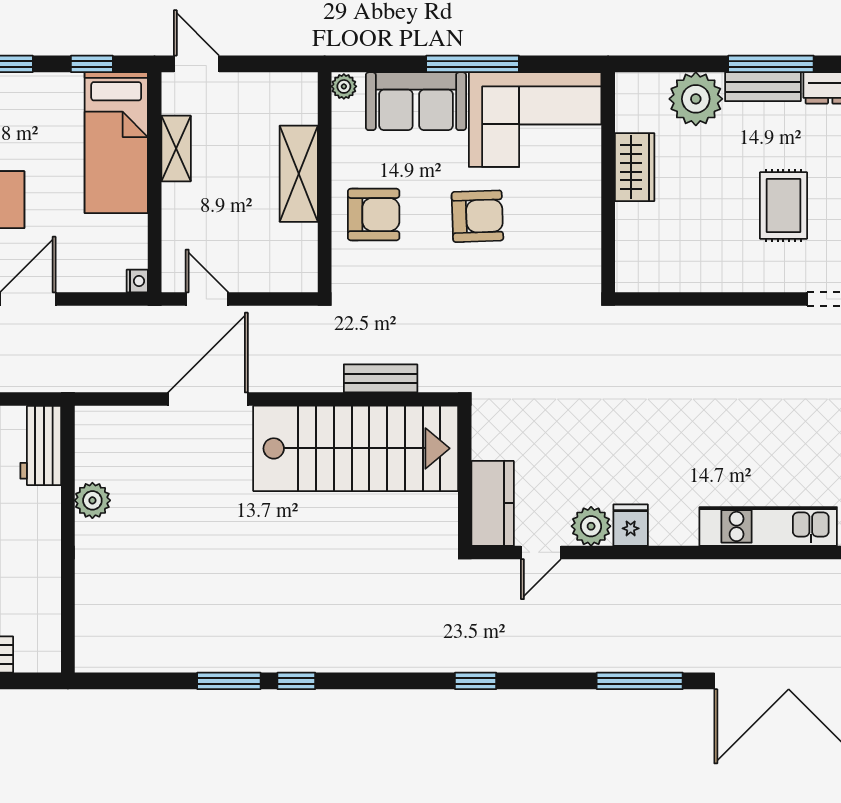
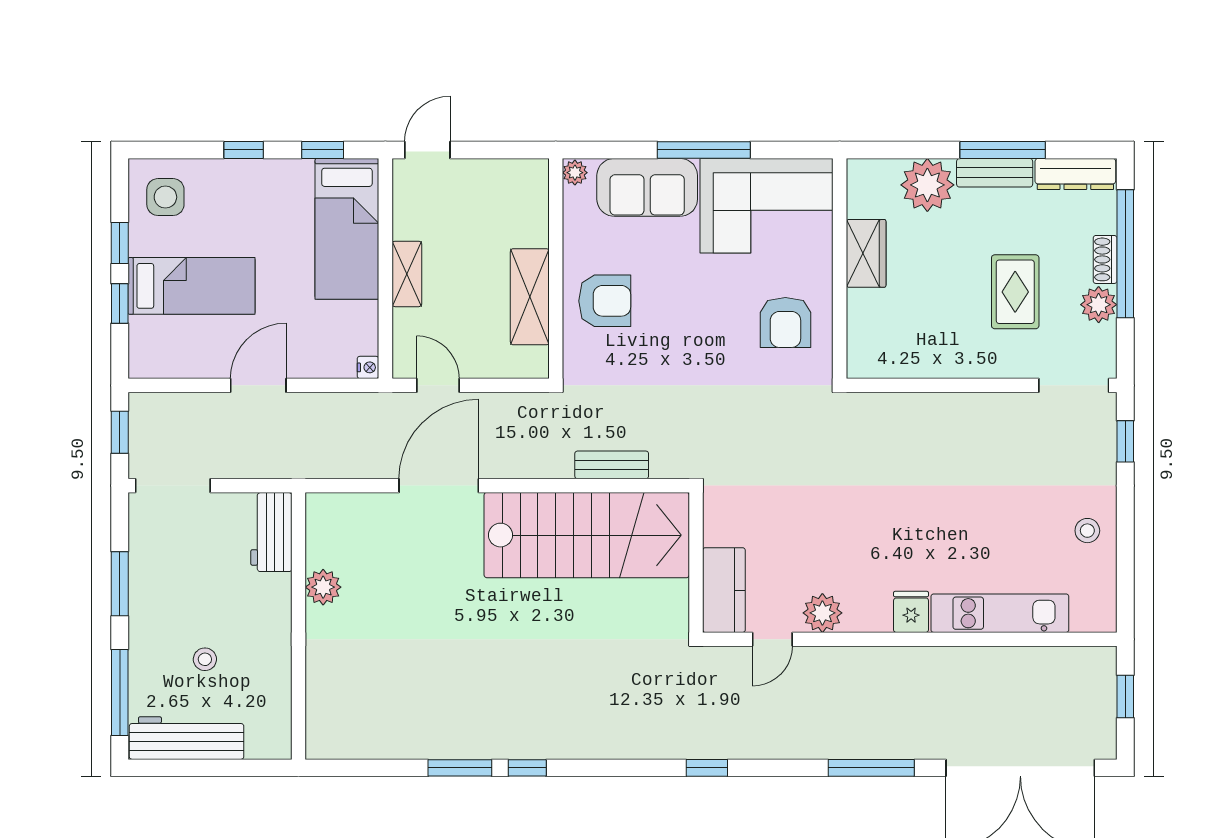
door: (197, 64) -> (427, 150), hinge flipped
shelving: (176, 149) -> (407, 274), moved
shelving: (299, 174) -> (530, 297), moved
armchair: (477, 216) -> (785, 322), moved, turned 92
fridge: (631, 525) -> (911, 612), moved

